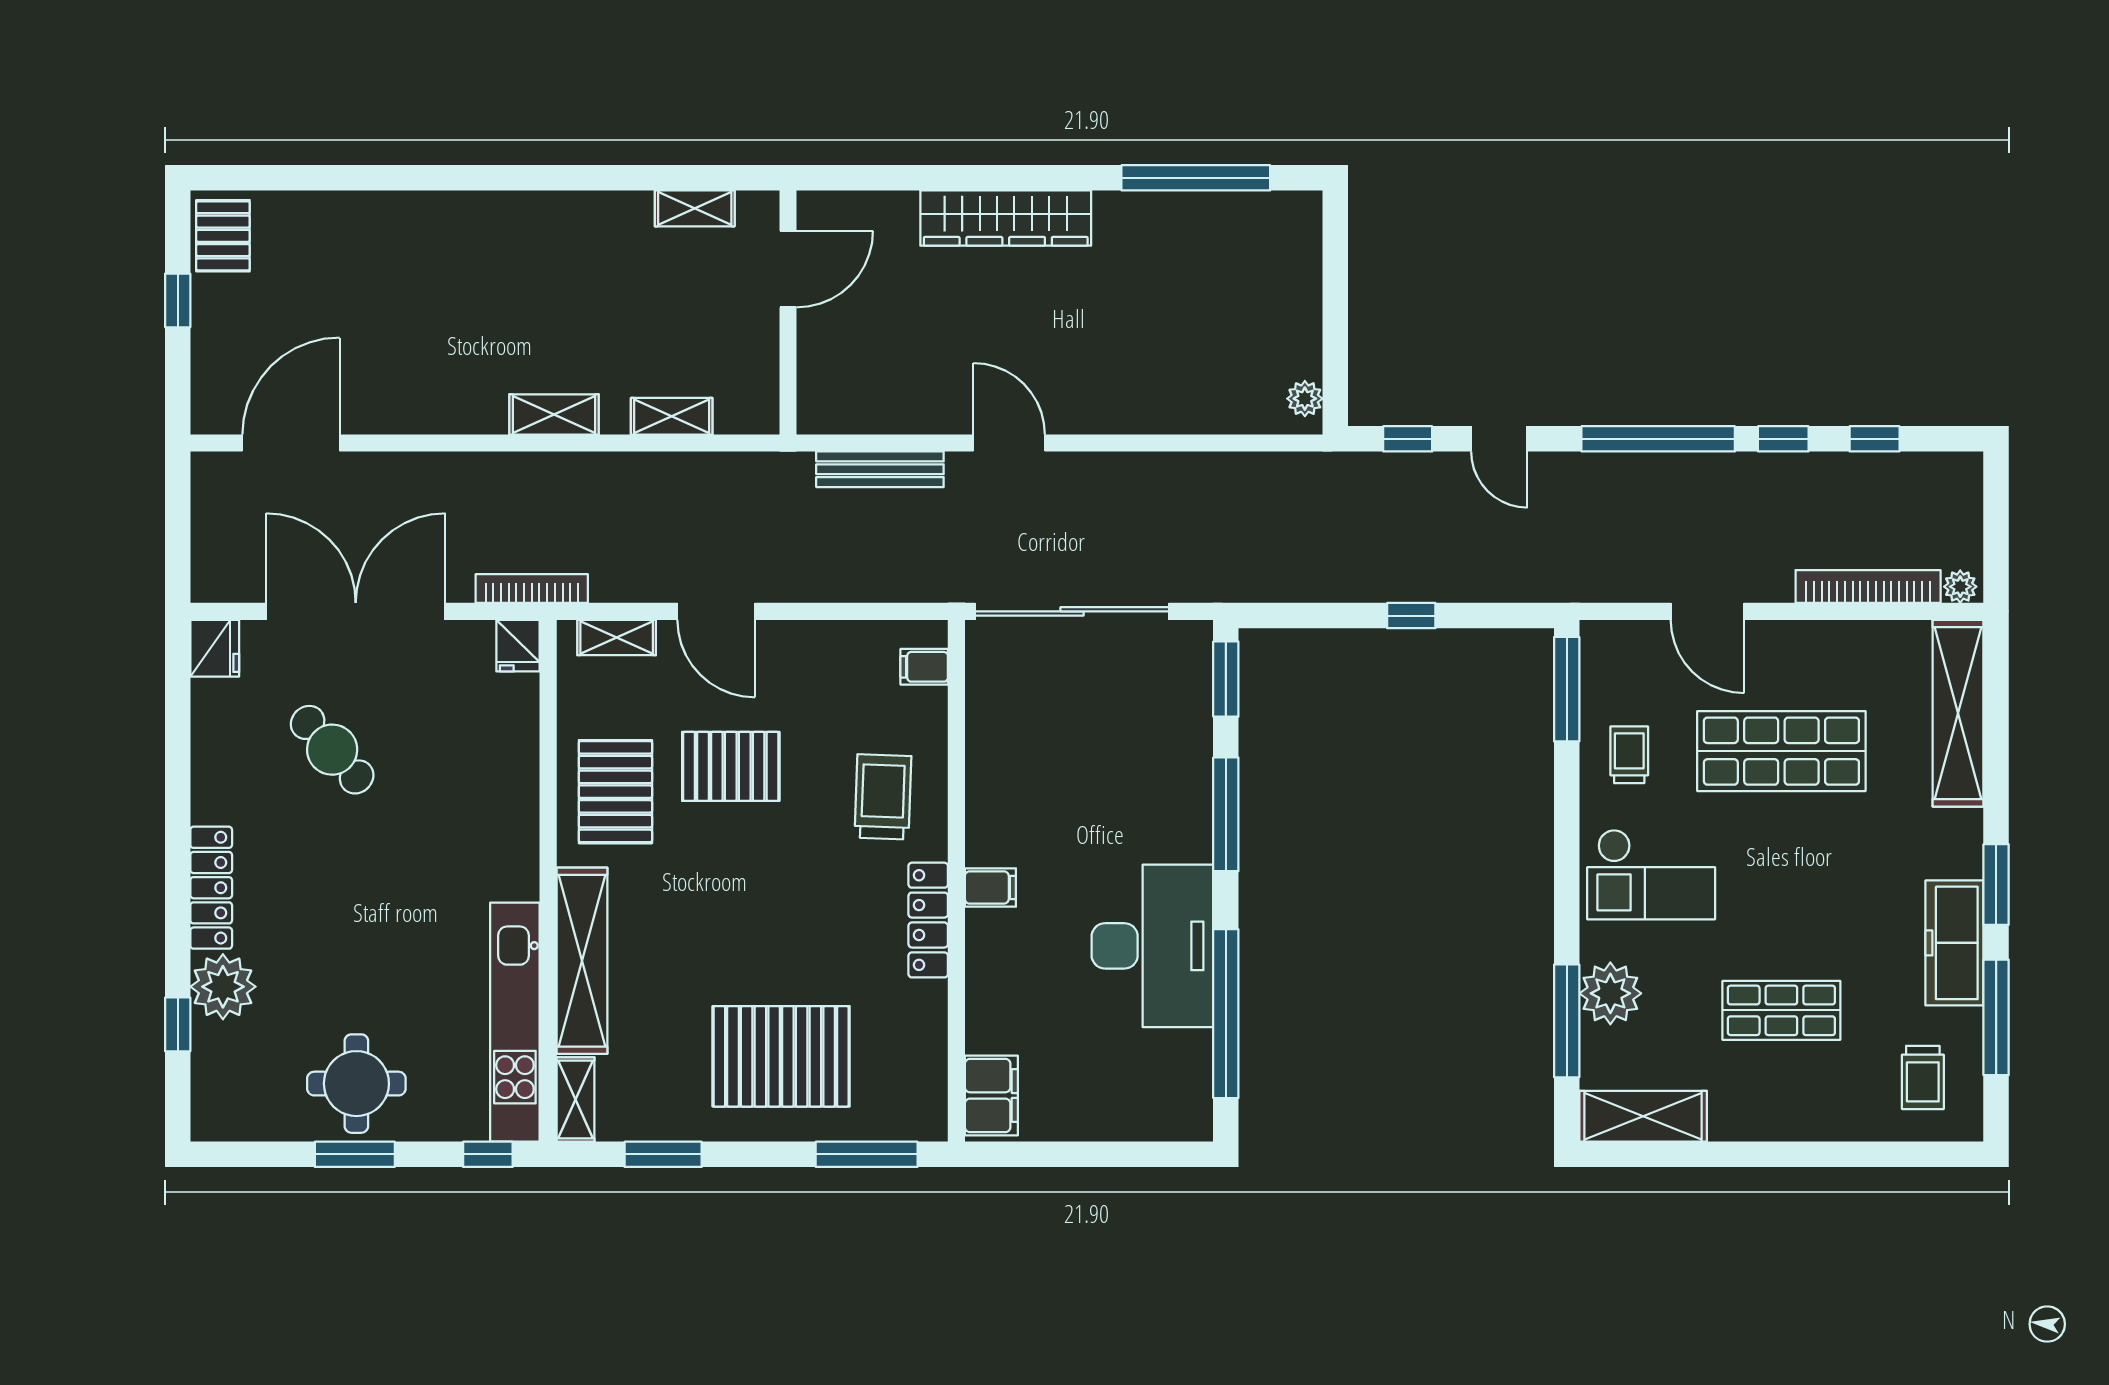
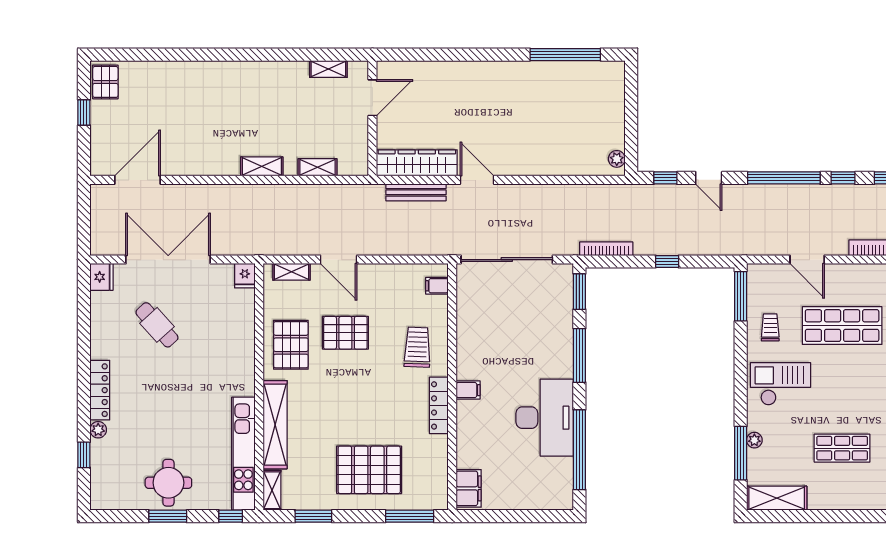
wardrobe: (1006, 218) -> (417, 163), moved, turned 180
bookcase: (532, 589) -> (606, 249), moved
checkout: (1651, 874) -> (781, 384), turned 180
plant: (223, 987) -> (98, 430), width x0.53, depth x0.53
plant: (1610, 993) -> (754, 440), width x0.53, depth x0.53

